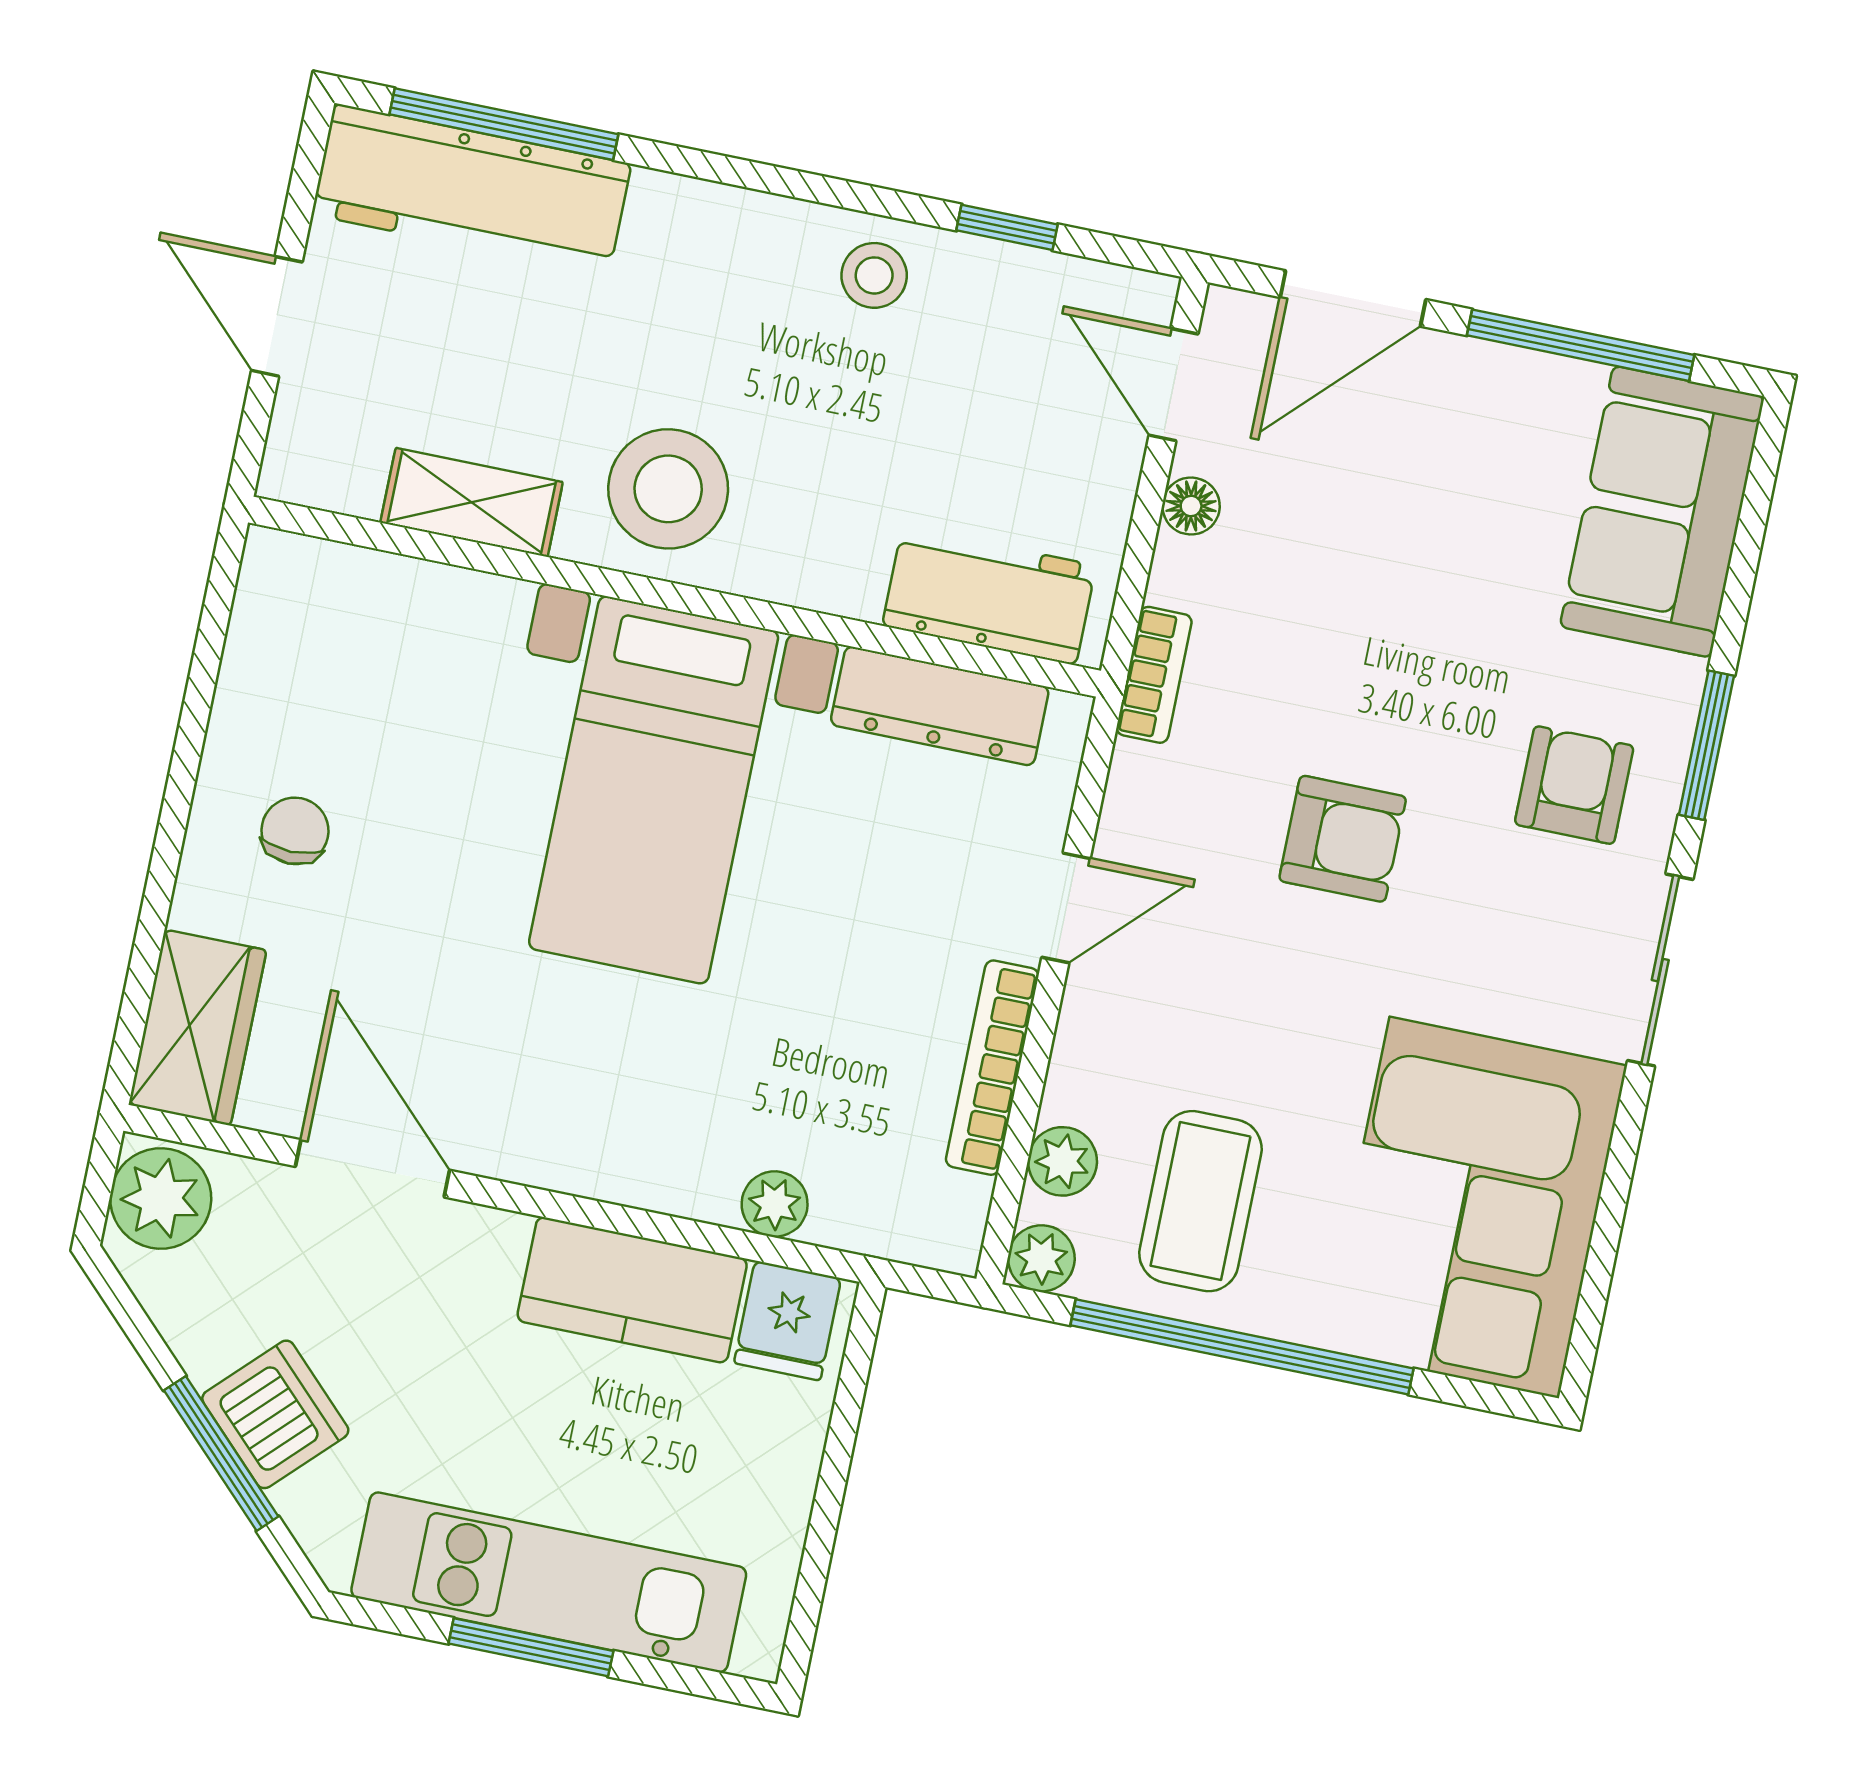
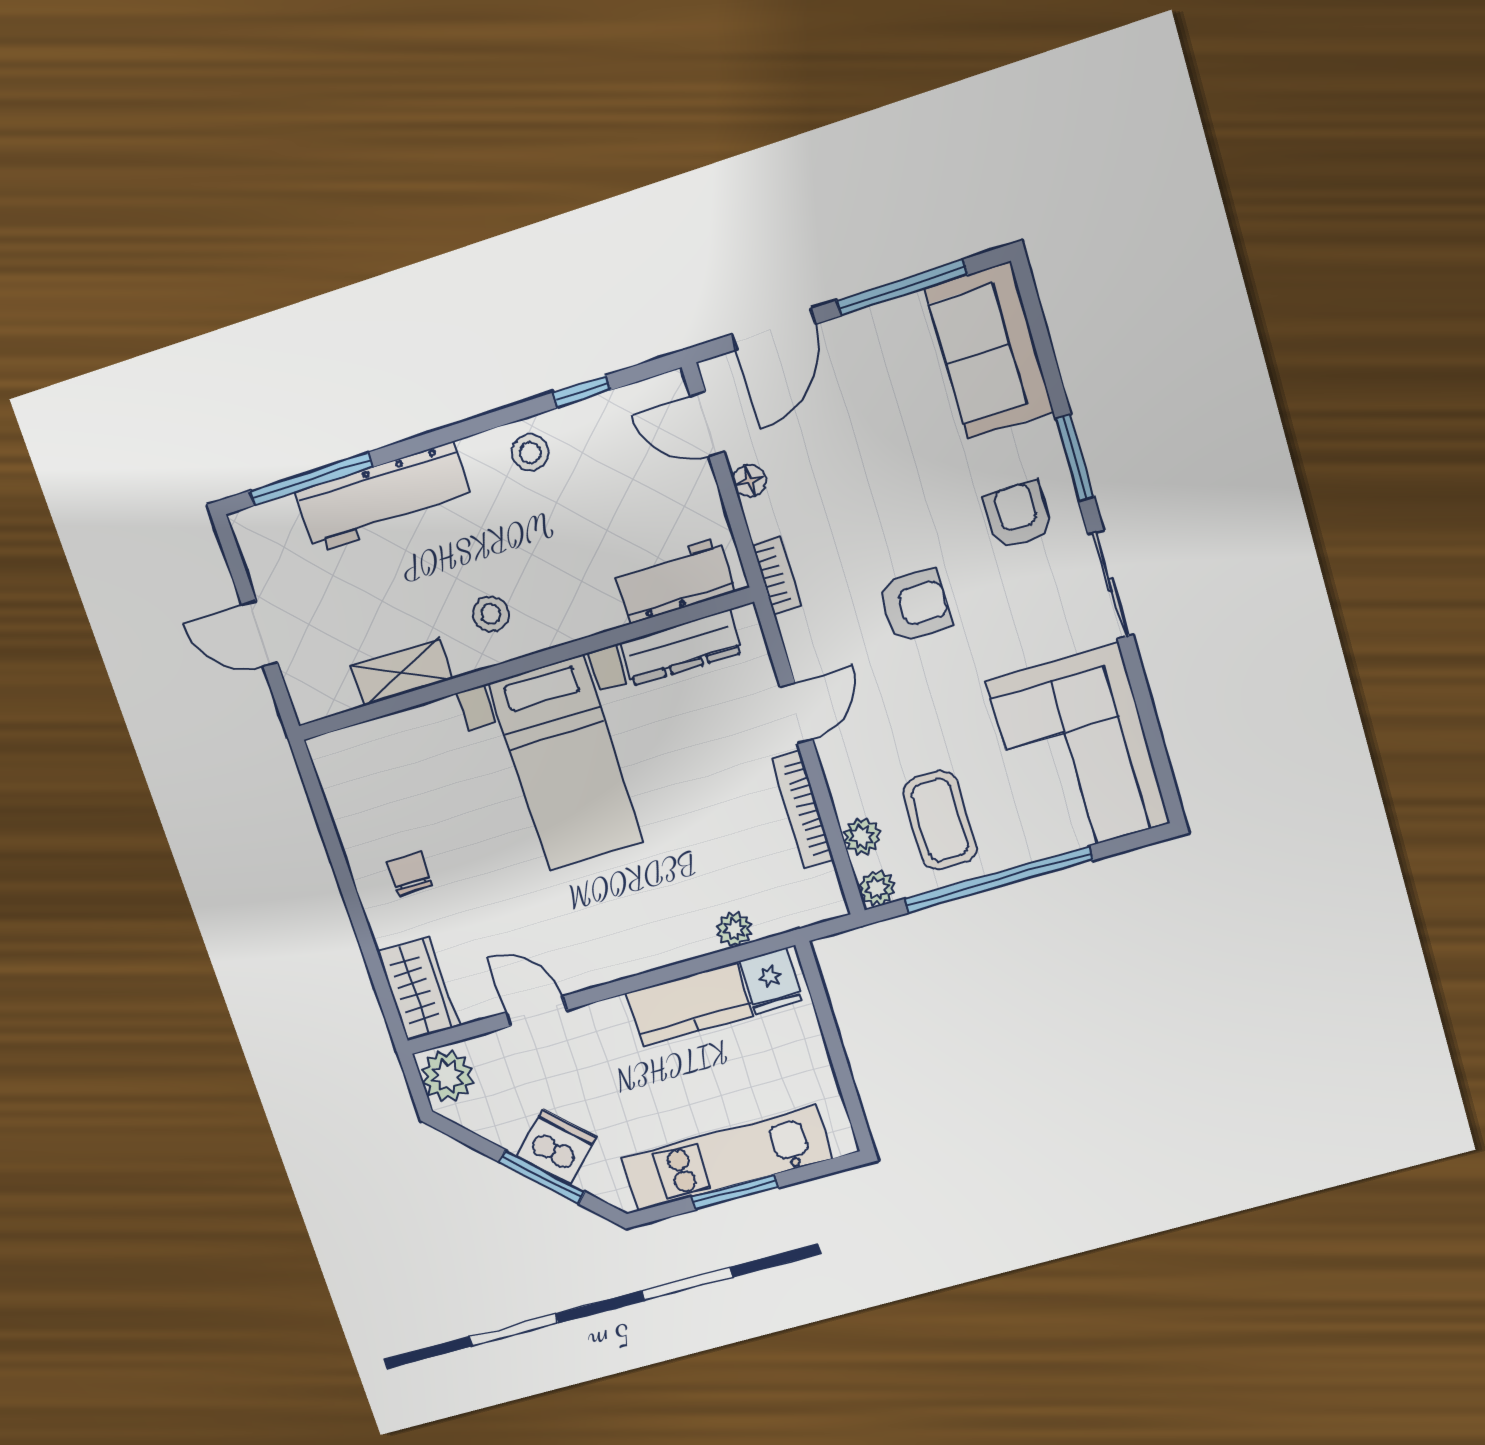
workbench: (471, 189) -> (384, 497), moved
stool: (668, 489) -> (491, 614), width x0.53, depth x0.53
door: (373, 1168) -> (536, 1011), width x0.73

